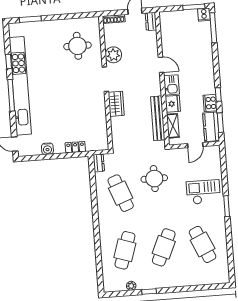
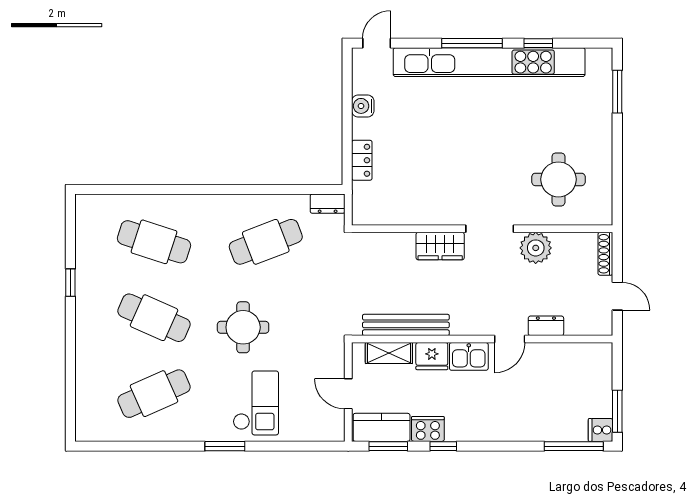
dresser: (151, 21) -> (546, 326), moved
round table: (154, 179) -> (243, 327), moved
plant: (131, 286) -> (84, 249), removed

